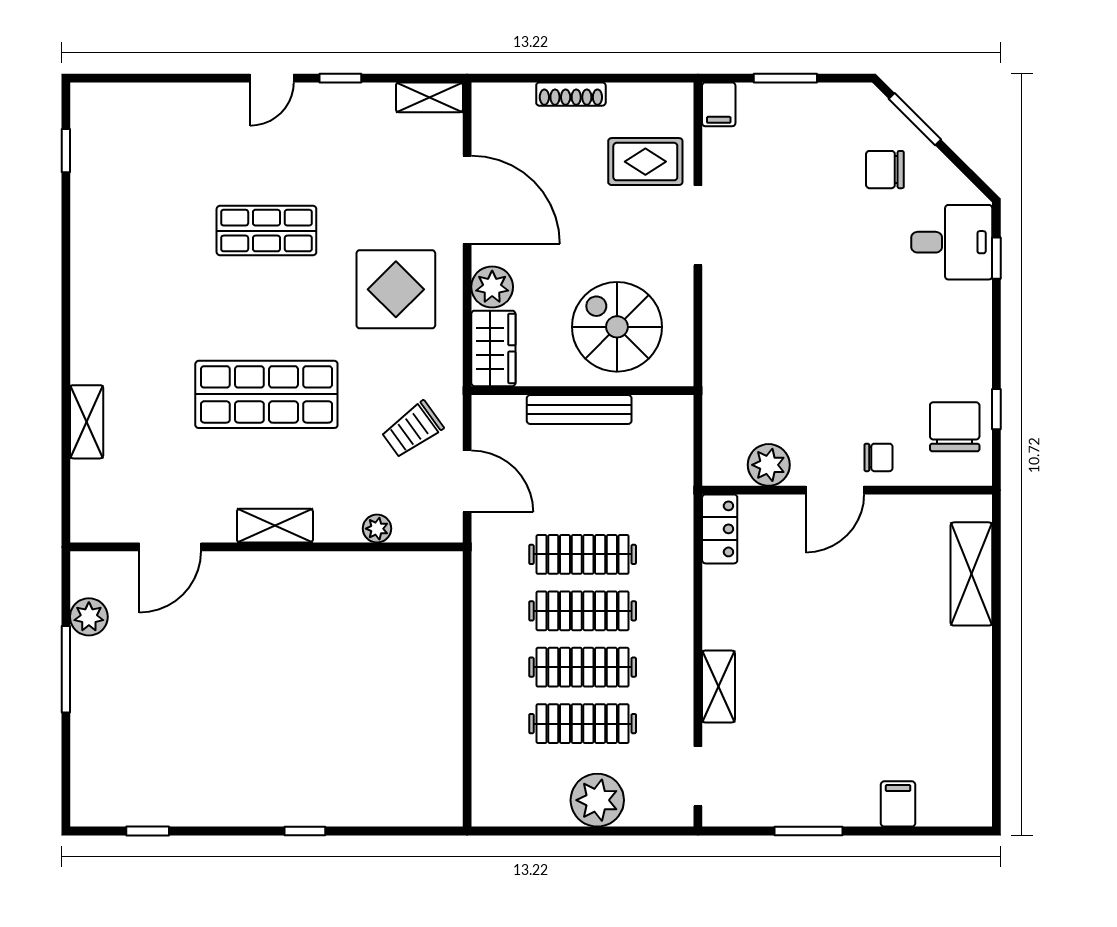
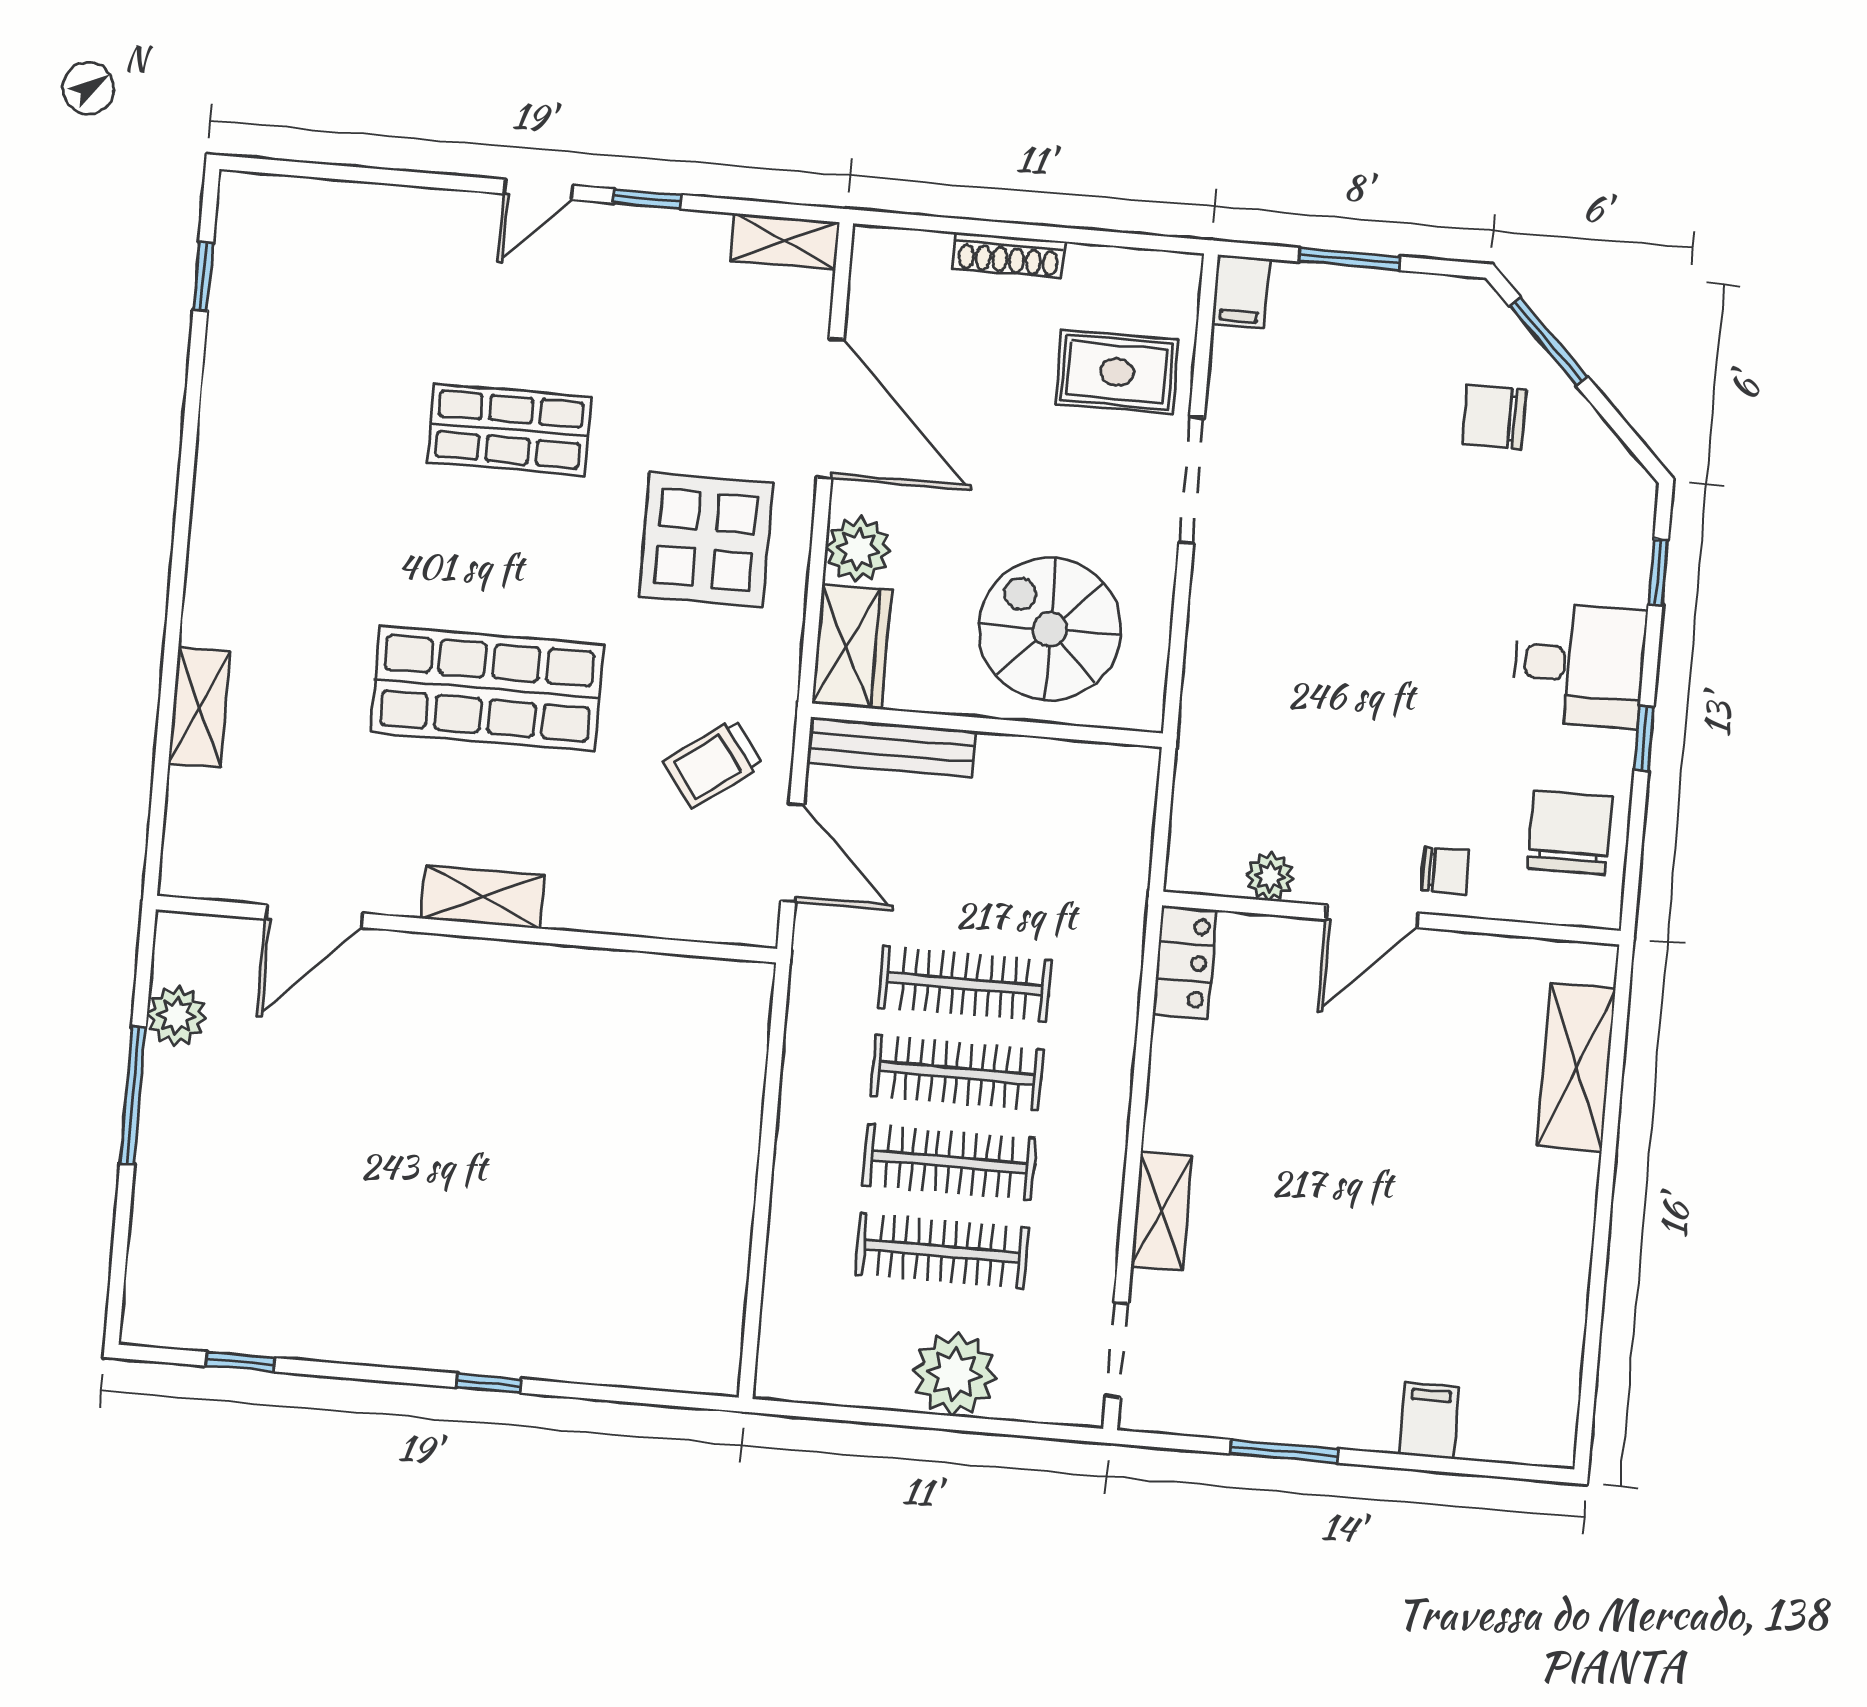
desk: (952, 242) -> (1579, 665), moved
bench: (579, 409) -> (891, 747), moved
window: (996, 409) -> (1644, 738), moved
plant: (769, 465) -> (1270, 877), width x0.73, depth x0.73
plant: (377, 529) -> (644, 915), removed

